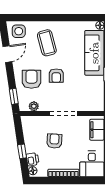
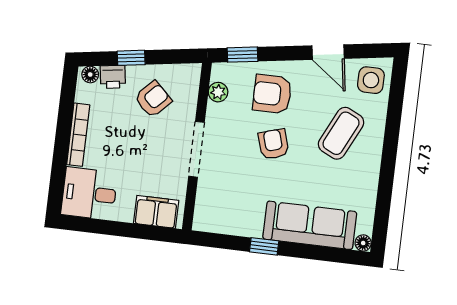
coffee table: (47, 43) -> (341, 133), turned -49
armchair: (56, 76) -> (273, 144), turned 73
armchair: (31, 79) -> (272, 94), turned 180
armchair: (54, 141) -> (153, 99), moved, turned -49

